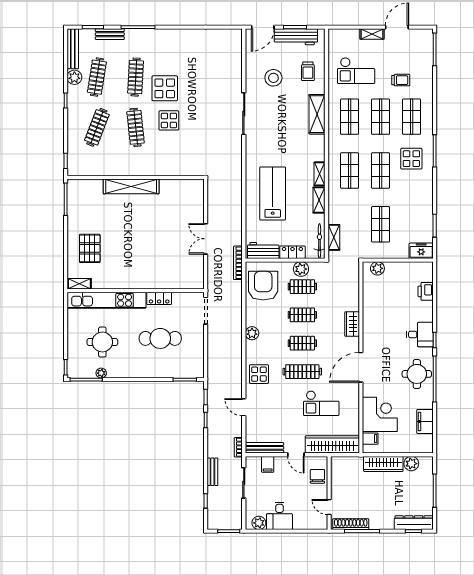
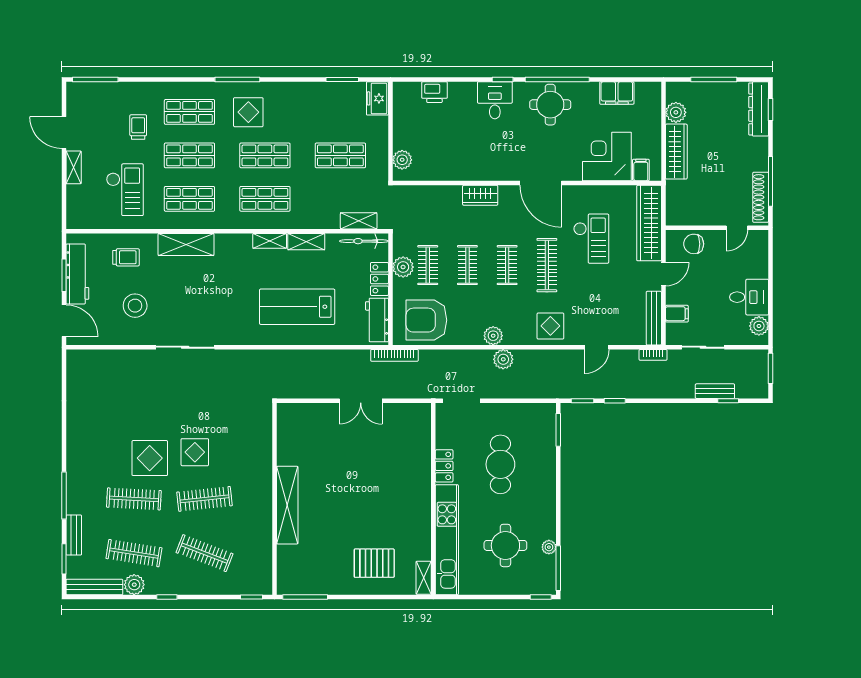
plant: (235, 340) -> (503, 359), added
bench: (212, 472) -> (715, 391), moved

